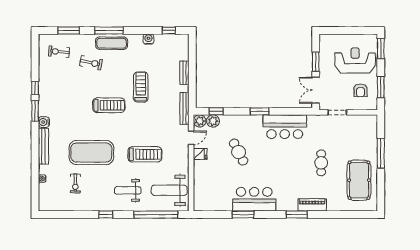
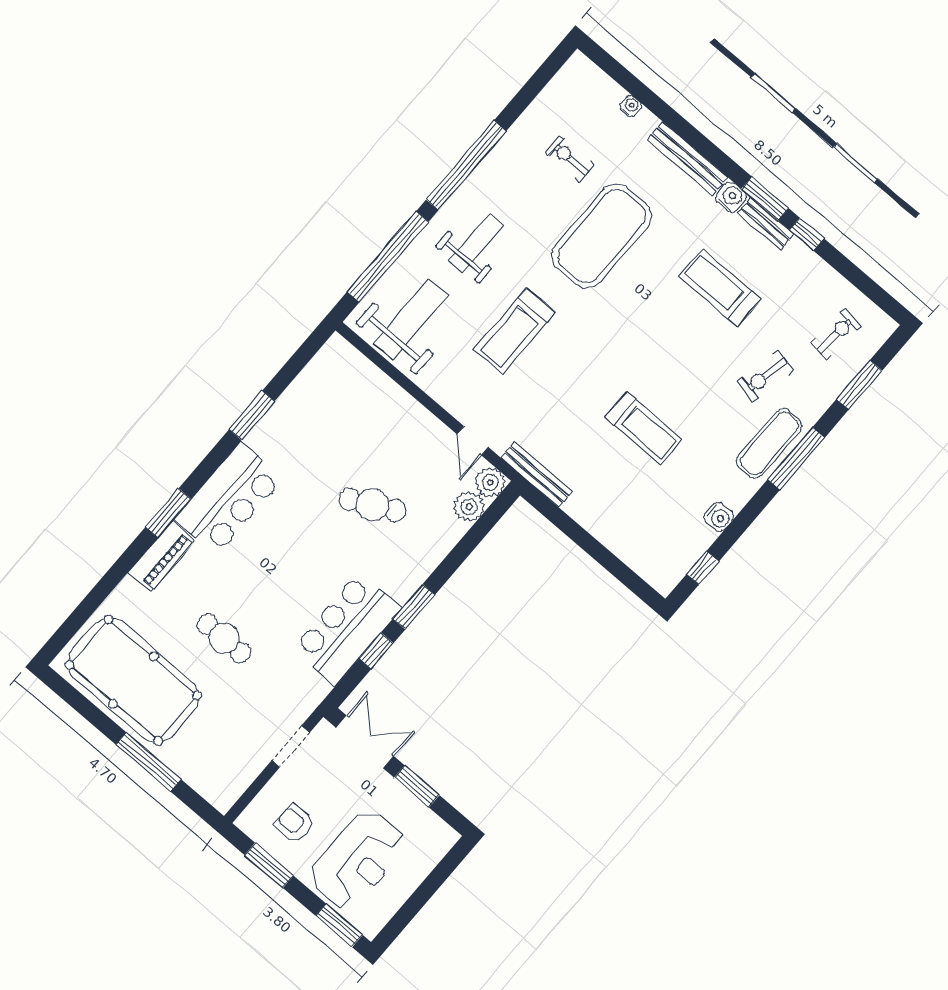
bench: (184, 73) -> (766, 224), moved
treadmill: (109, 105) -> (720, 288), moved, turned 90
window: (216, 111) -> (376, 651), moved
fridge: (200, 154) -> (429, 432), removed
pool table: (359, 180) -> (133, 680), width x1.36, depth x1.32
bar counter: (254, 199) -> (229, 499), moved
window: (106, 215) -> (466, 165), width x3.17

